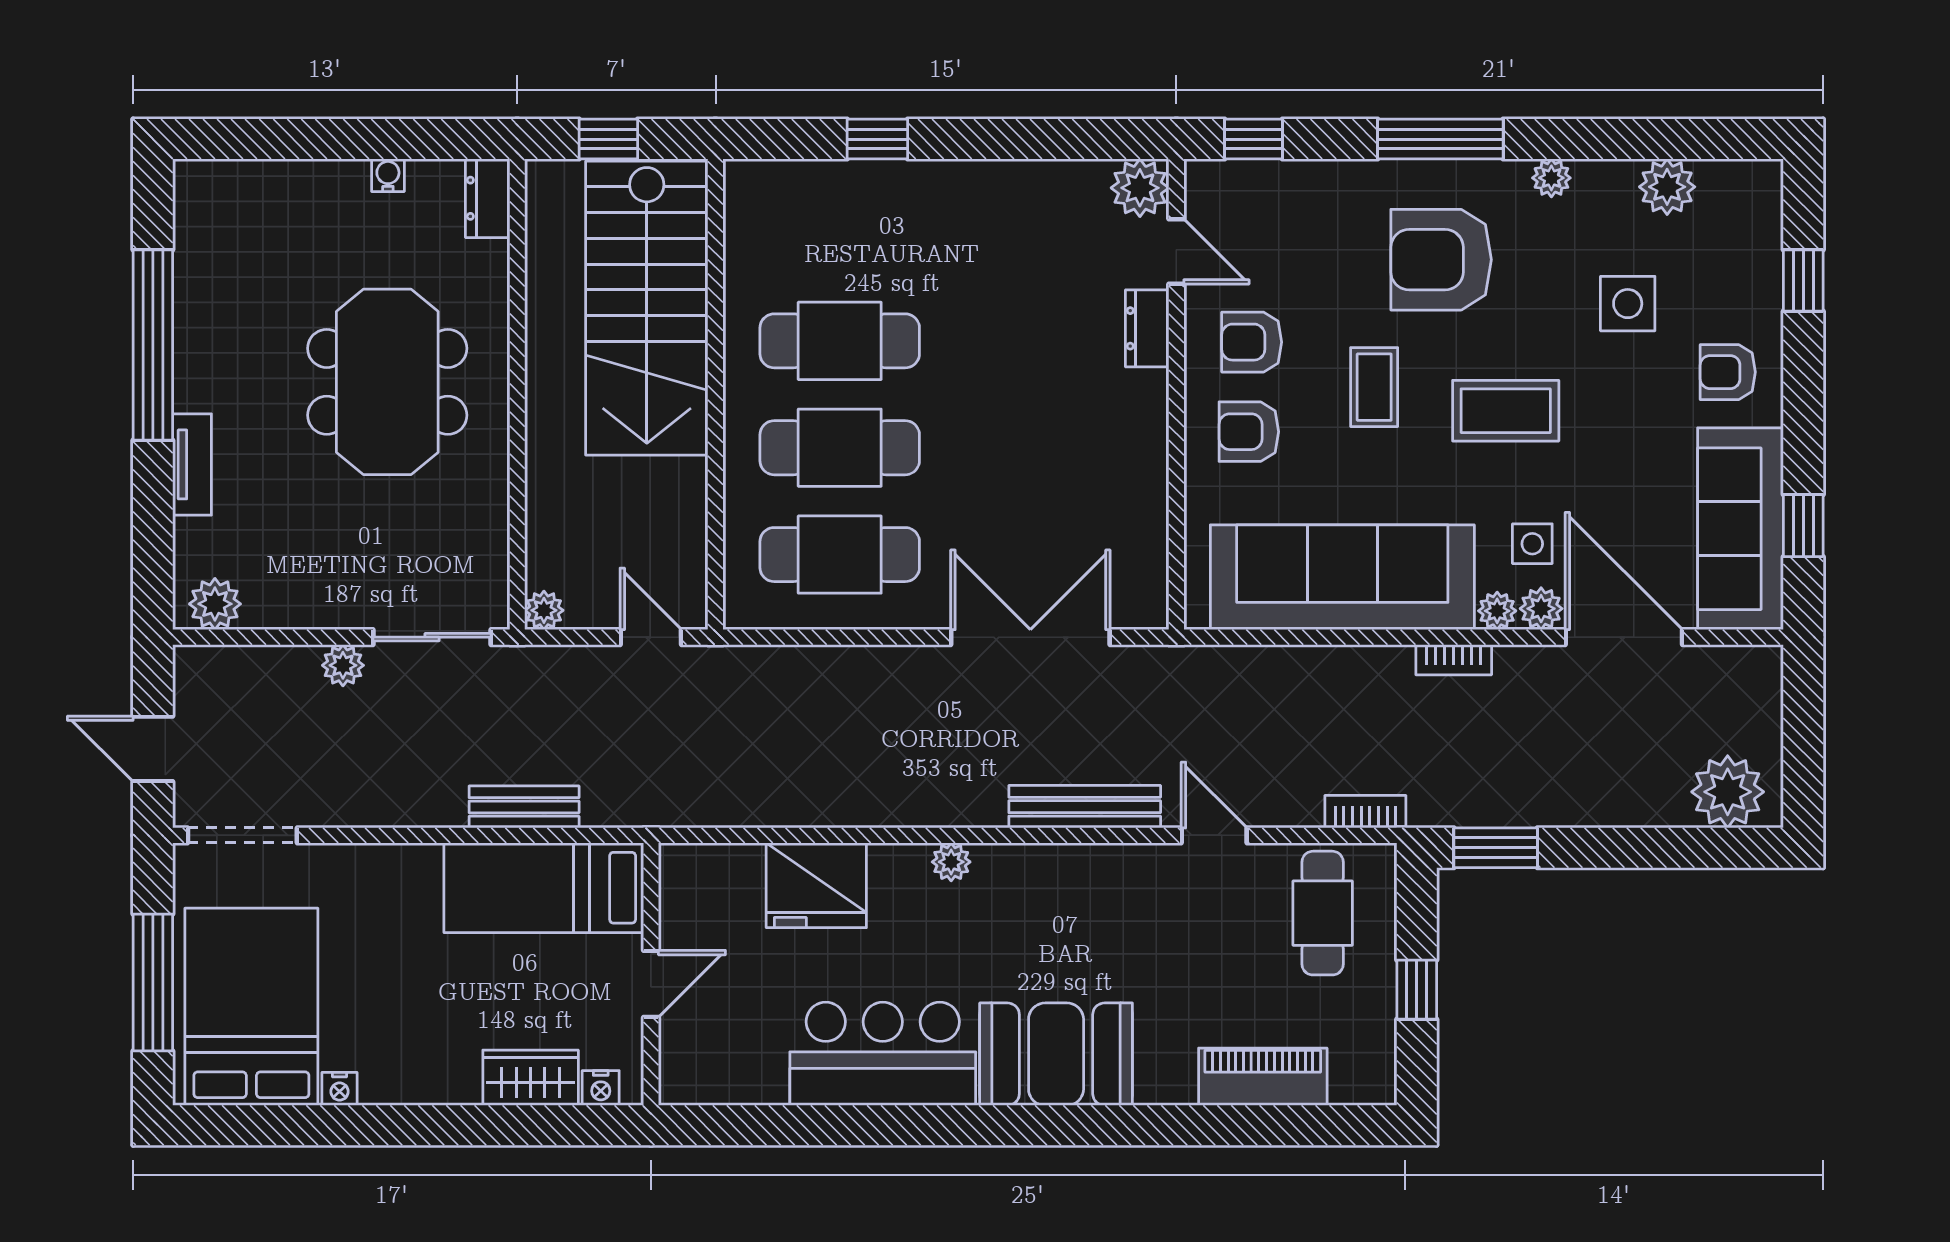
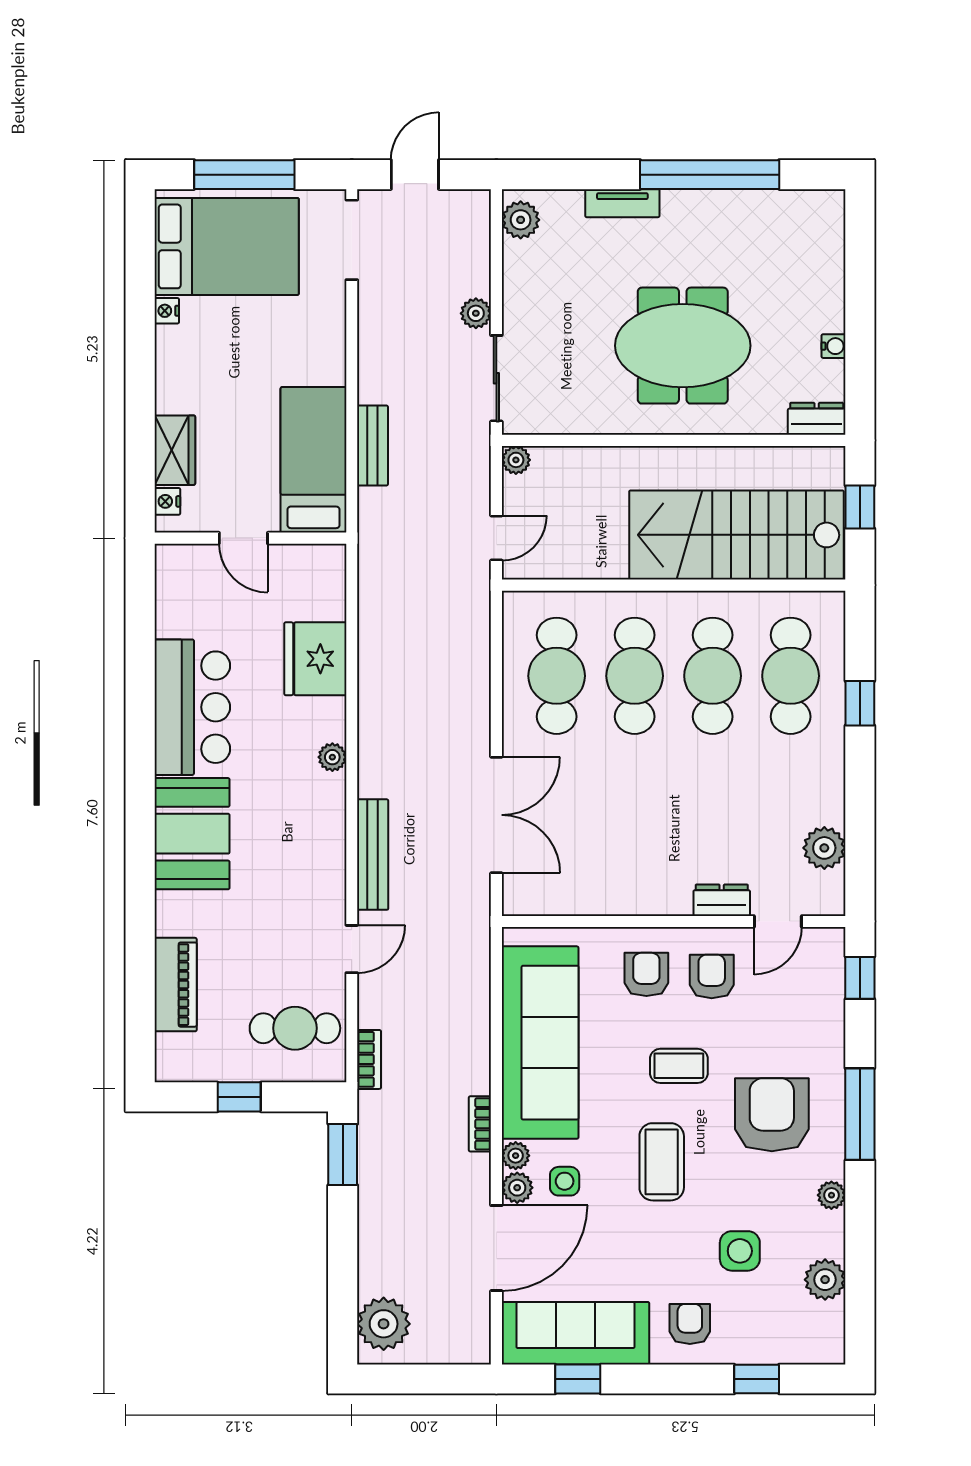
plant: (1140, 188) -> (824, 848), moved
cafe table: (840, 234) -> (791, 676), added

